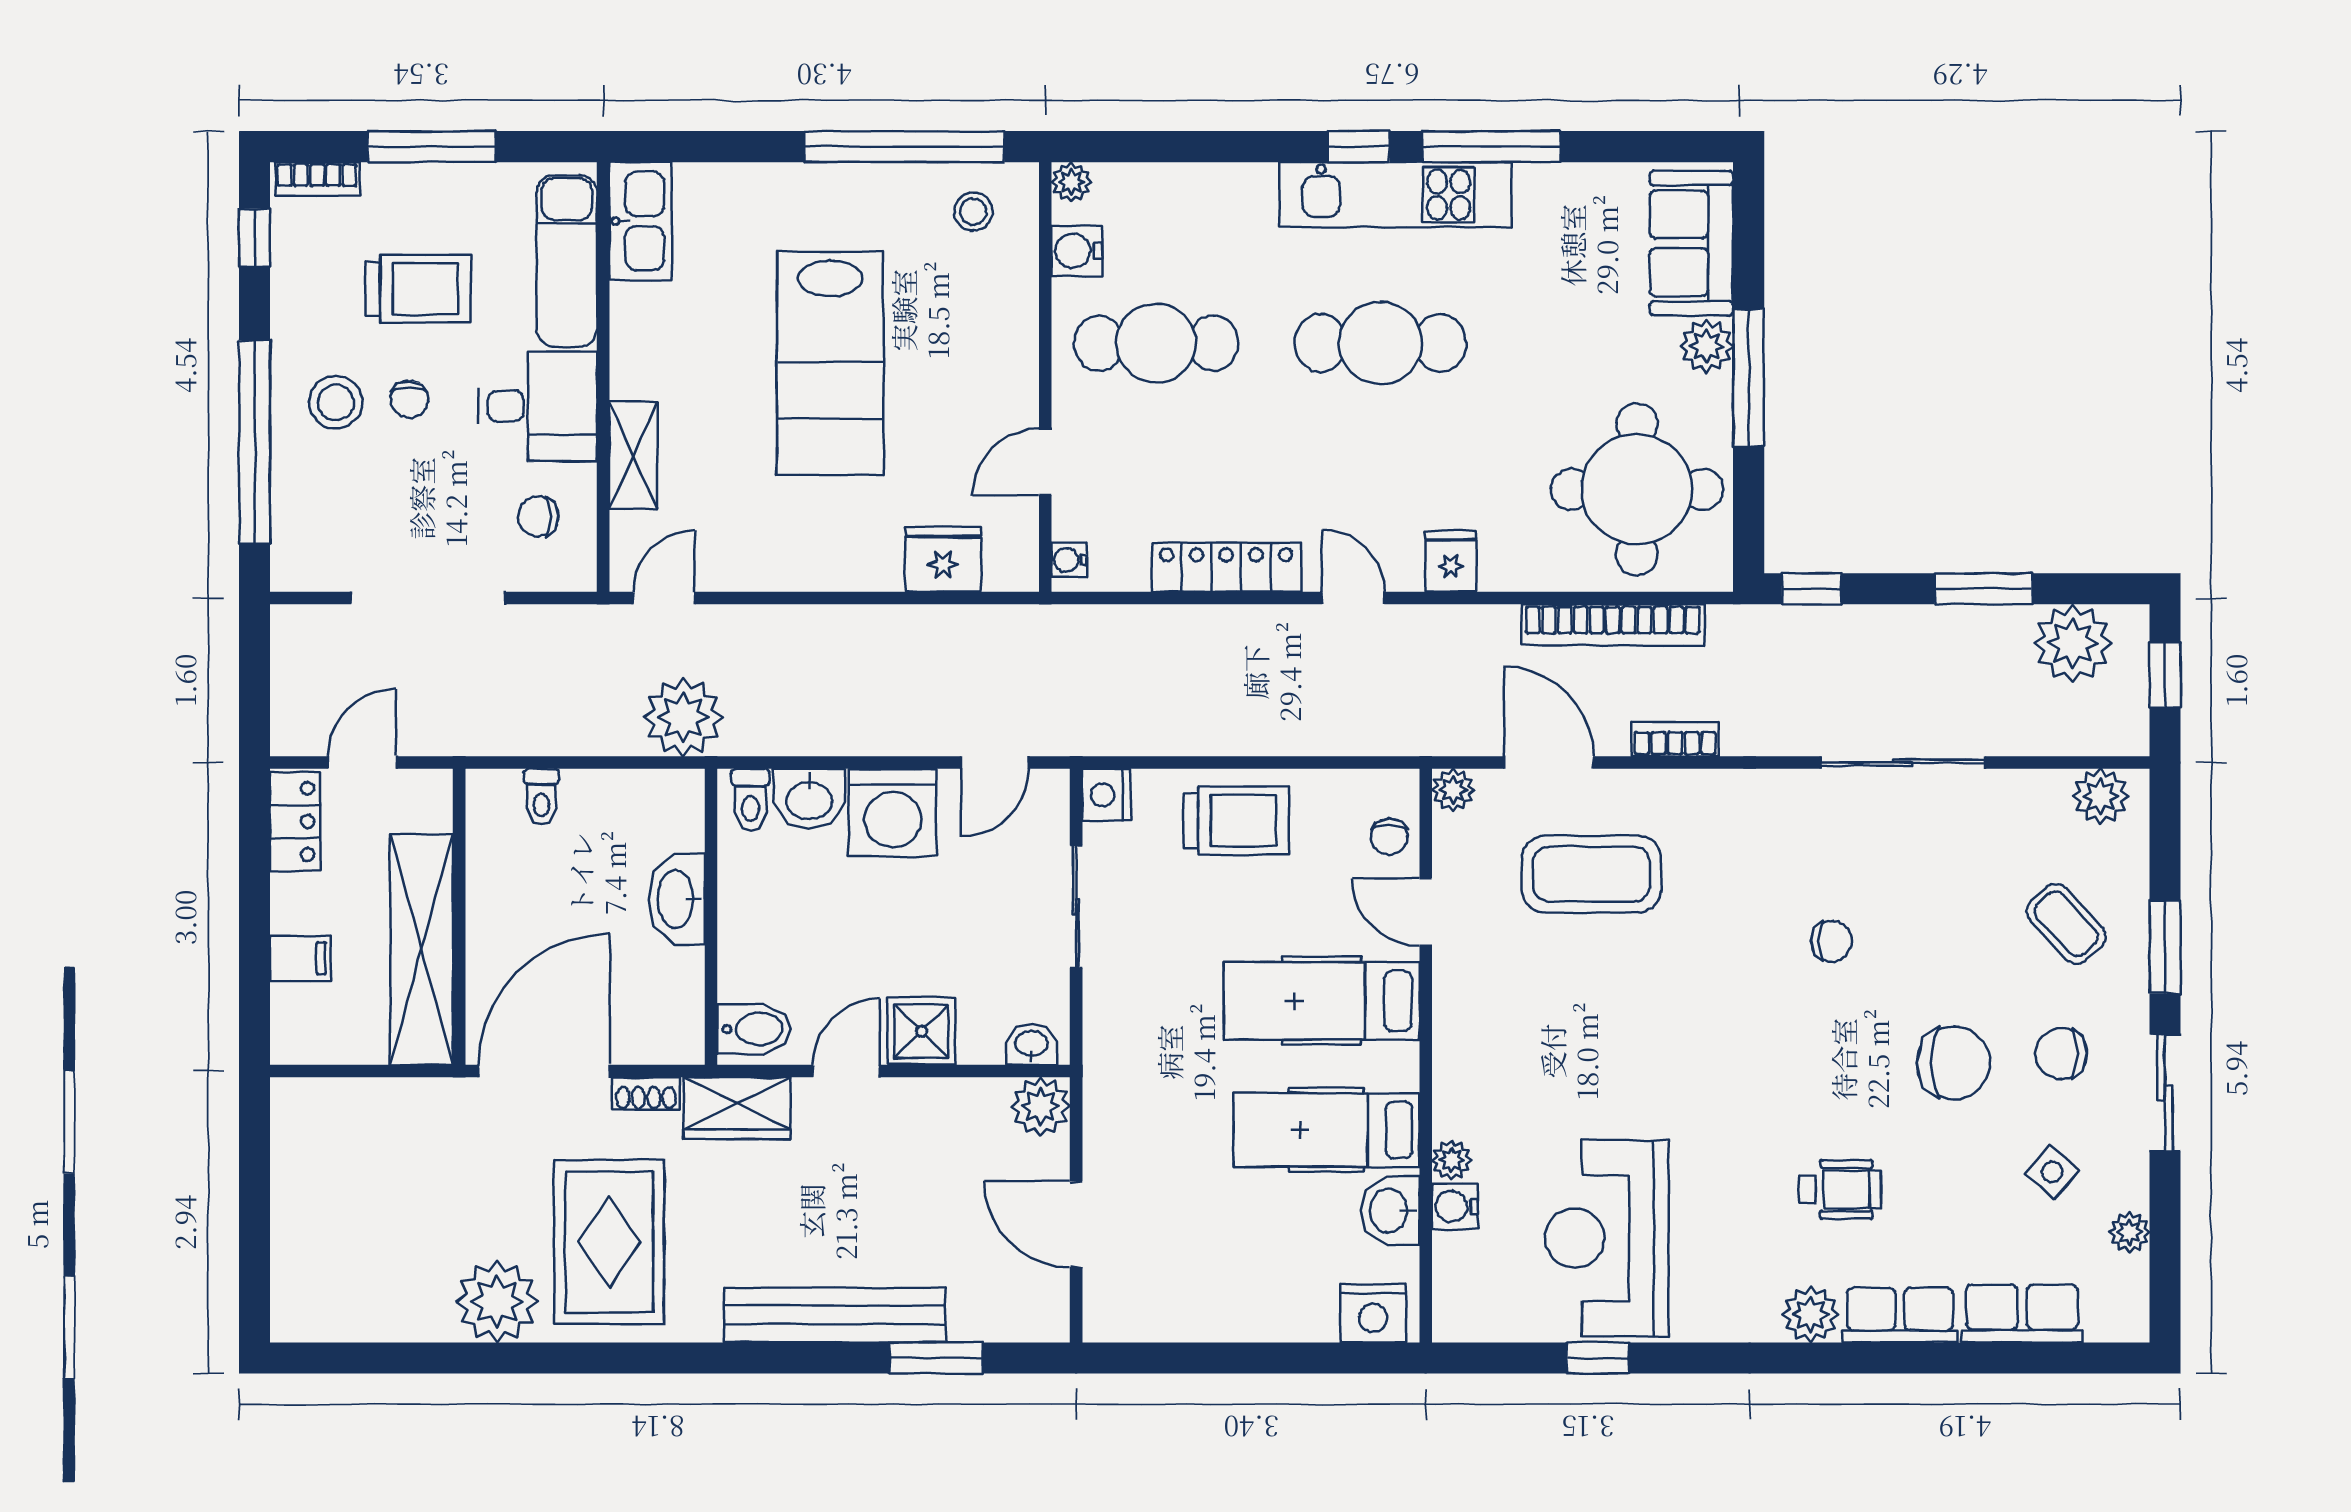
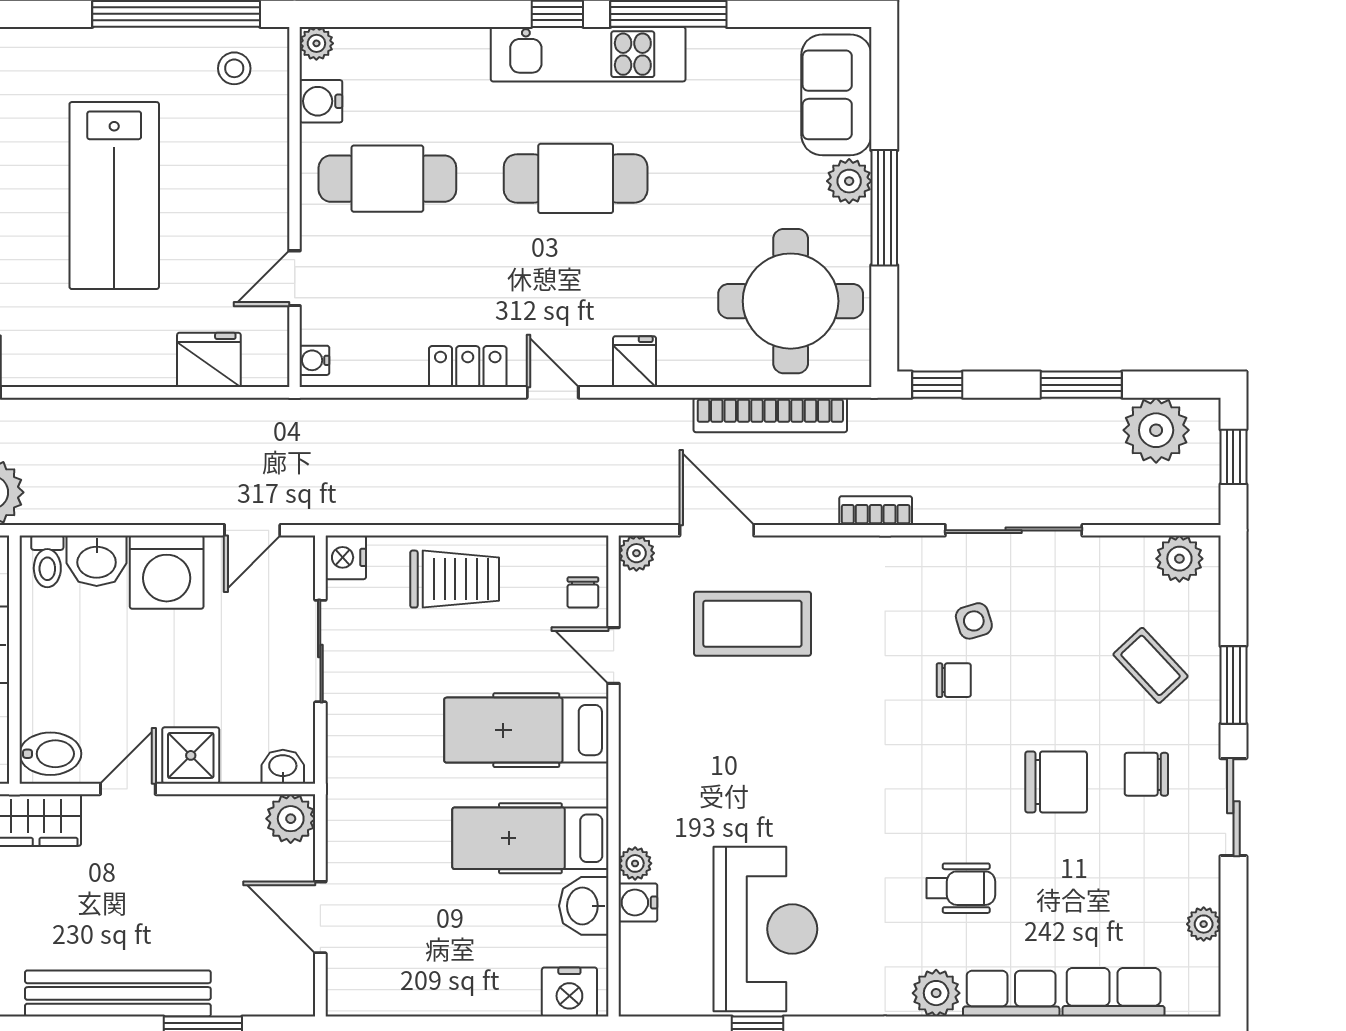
locker: (1226, 567) -> (468, 367), width x0.66
bookcase: (1675, 739) -> (876, 511), moved
side table: (2052, 1172) -> (974, 621), moved, turned 32
reception desk: (1607, 1238) -> (765, 929), turned 180

